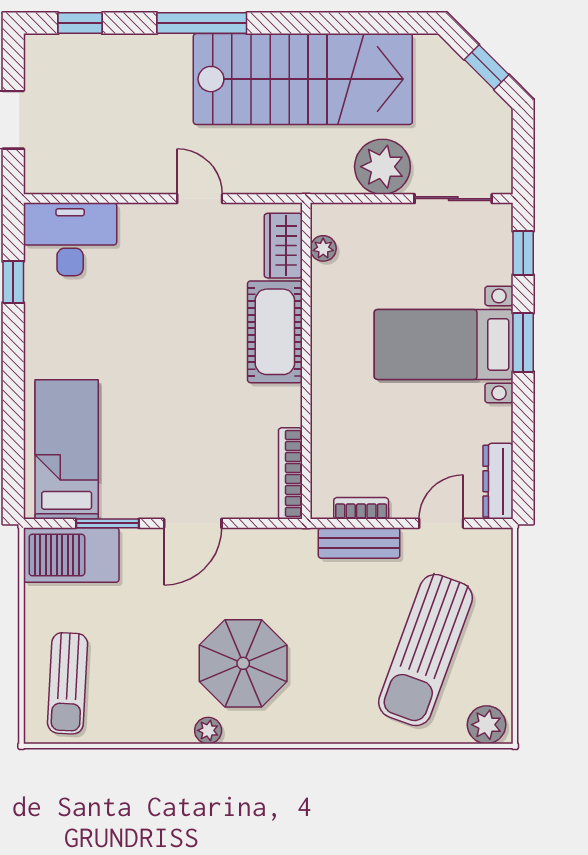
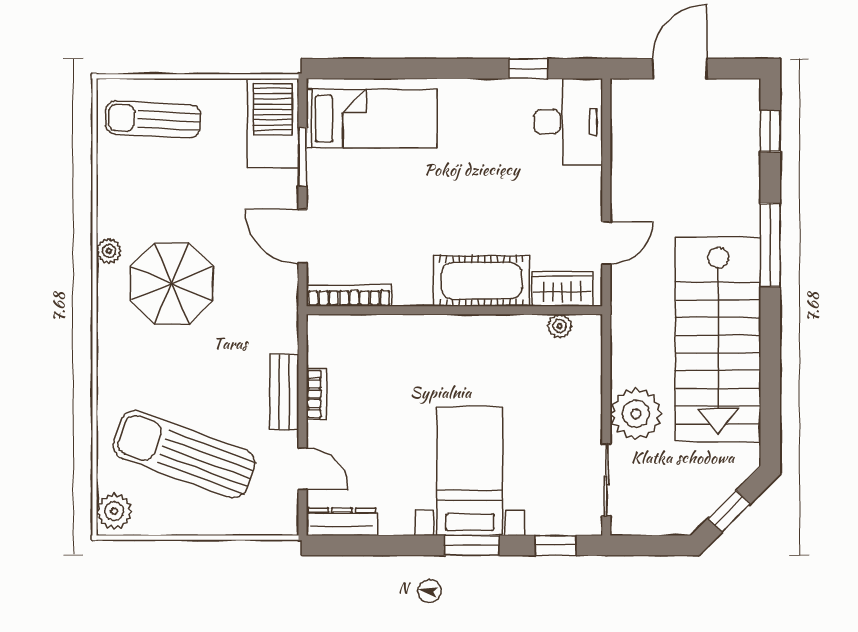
wardrobe: (283, 246) -> (562, 289), moved
plant: (323, 248) -> (560, 326), moved
cot: (275, 332) -> (482, 281), moved
wall: (306, 361) -> (454, 310), moved
bookcase: (290, 473) -> (349, 295), moved

